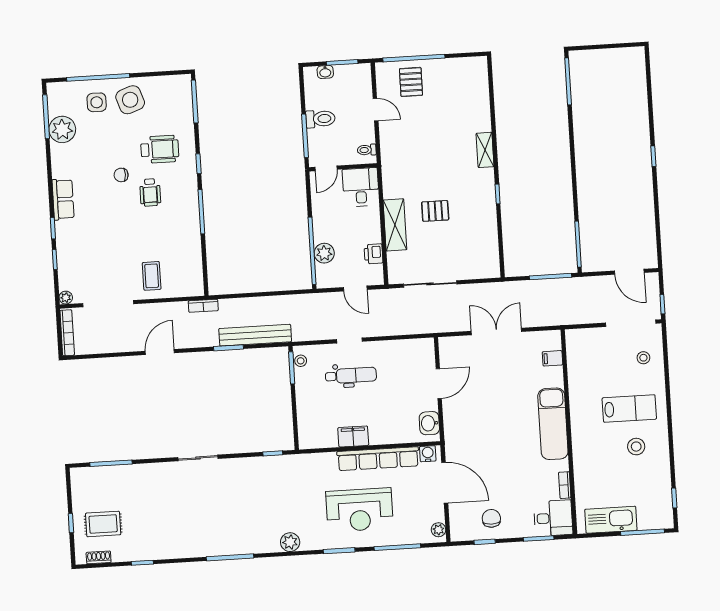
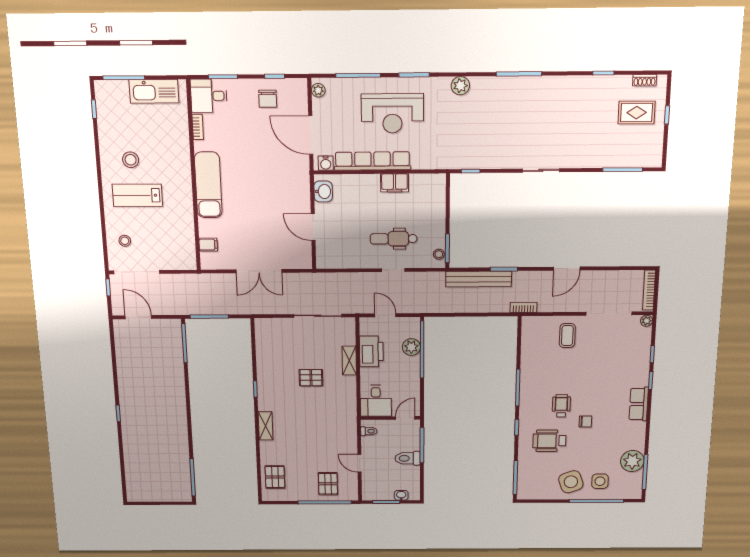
pallet: (473, 87) -> (275, 477), added
shelving: (395, 225) -> (349, 361), width x0.67, depth x0.75
printer: (373, 254) -> (371, 351), width x1.87, depth x1.48
door: (439, 384) -> (313, 227), hinge flipped
reception desk: (360, 510) -> (392, 113), turned 180

